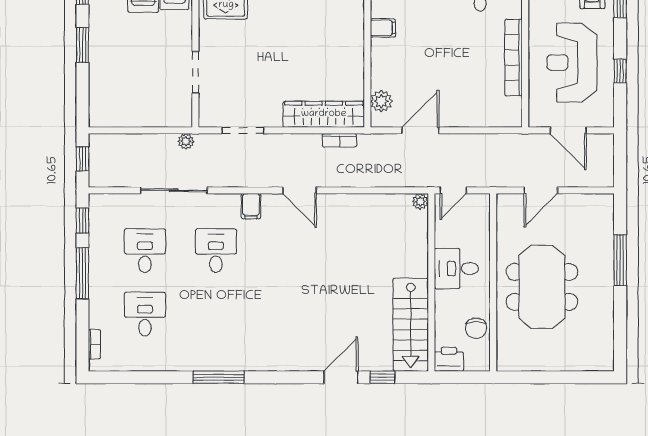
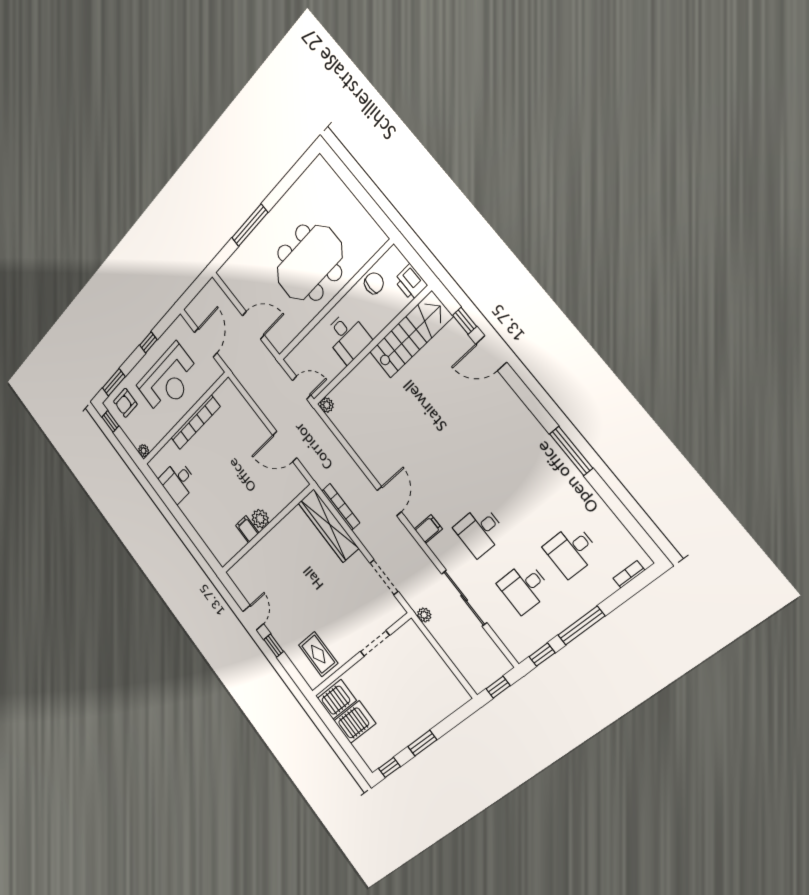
plant: (381, 101) -> (260, 519), moved
bookcase: (339, 140) -> (341, 507), width x1.56

